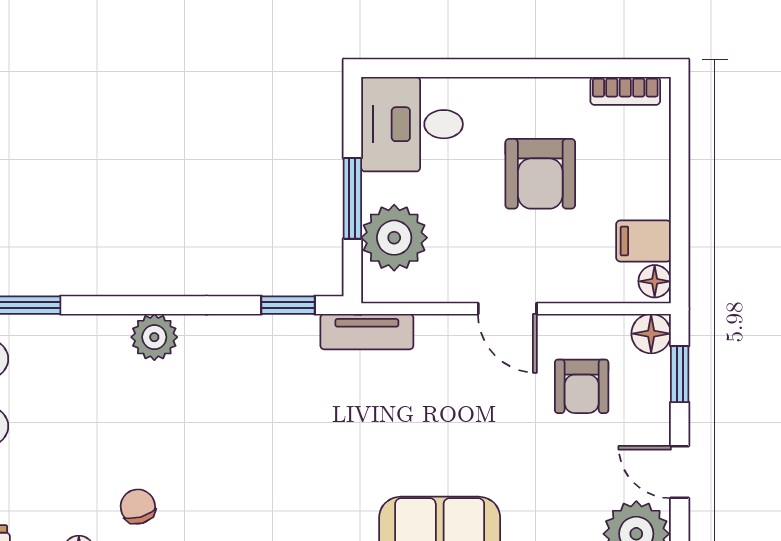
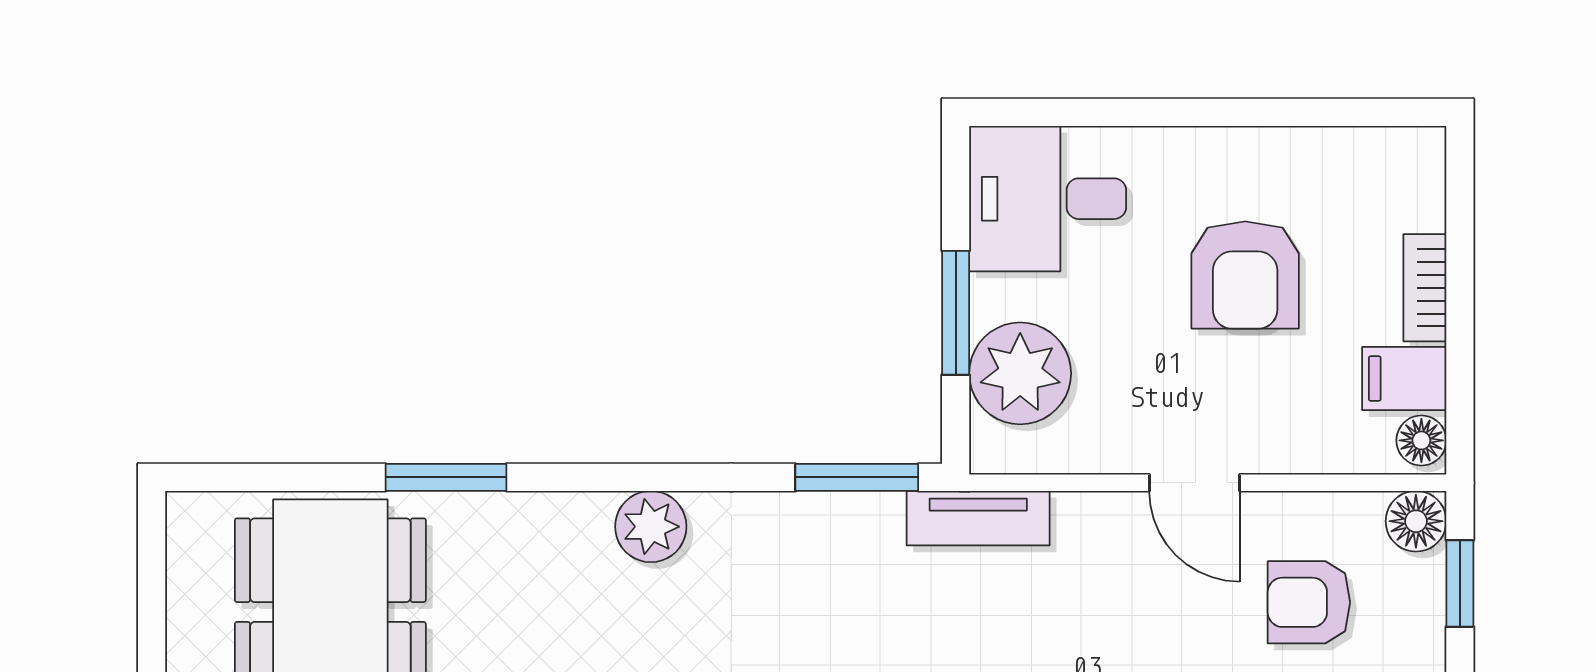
bookcase: (625, 91) -> (1425, 288), moved, turned 90
window: (288, 305) -> (857, 477), width x1.50
armchair: (582, 386) -> (1309, 602), turned 90

